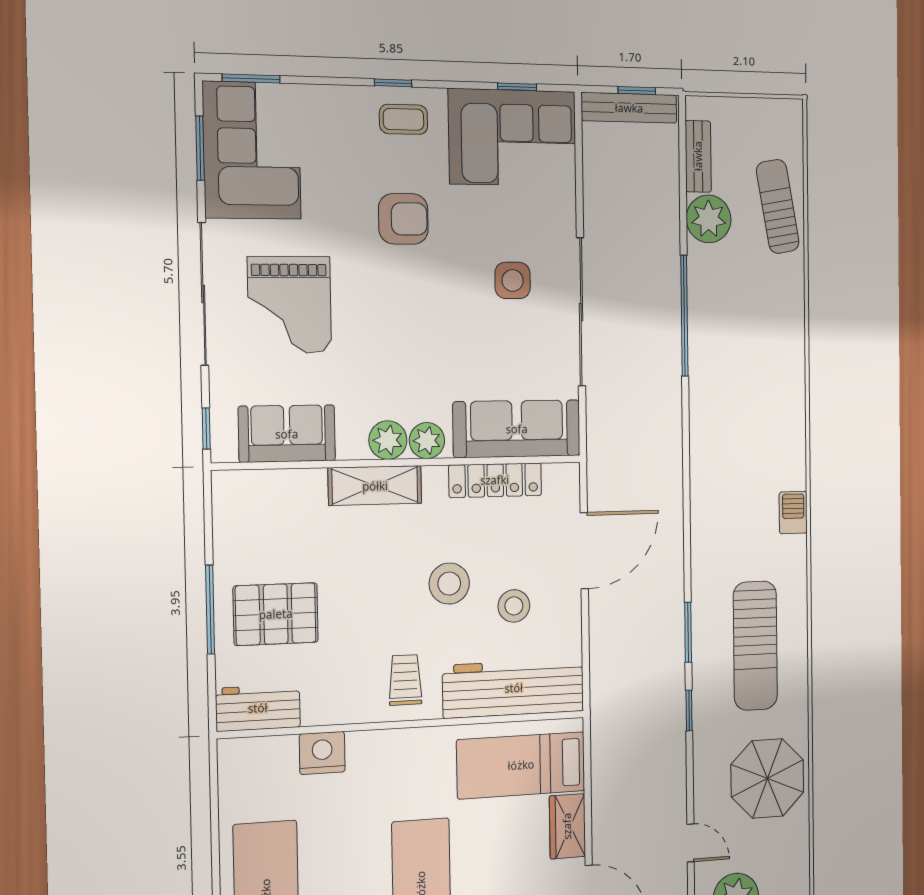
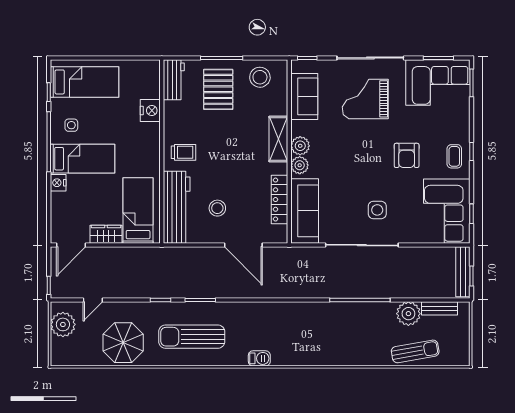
stool: (449, 584) -> (260, 77), moved

